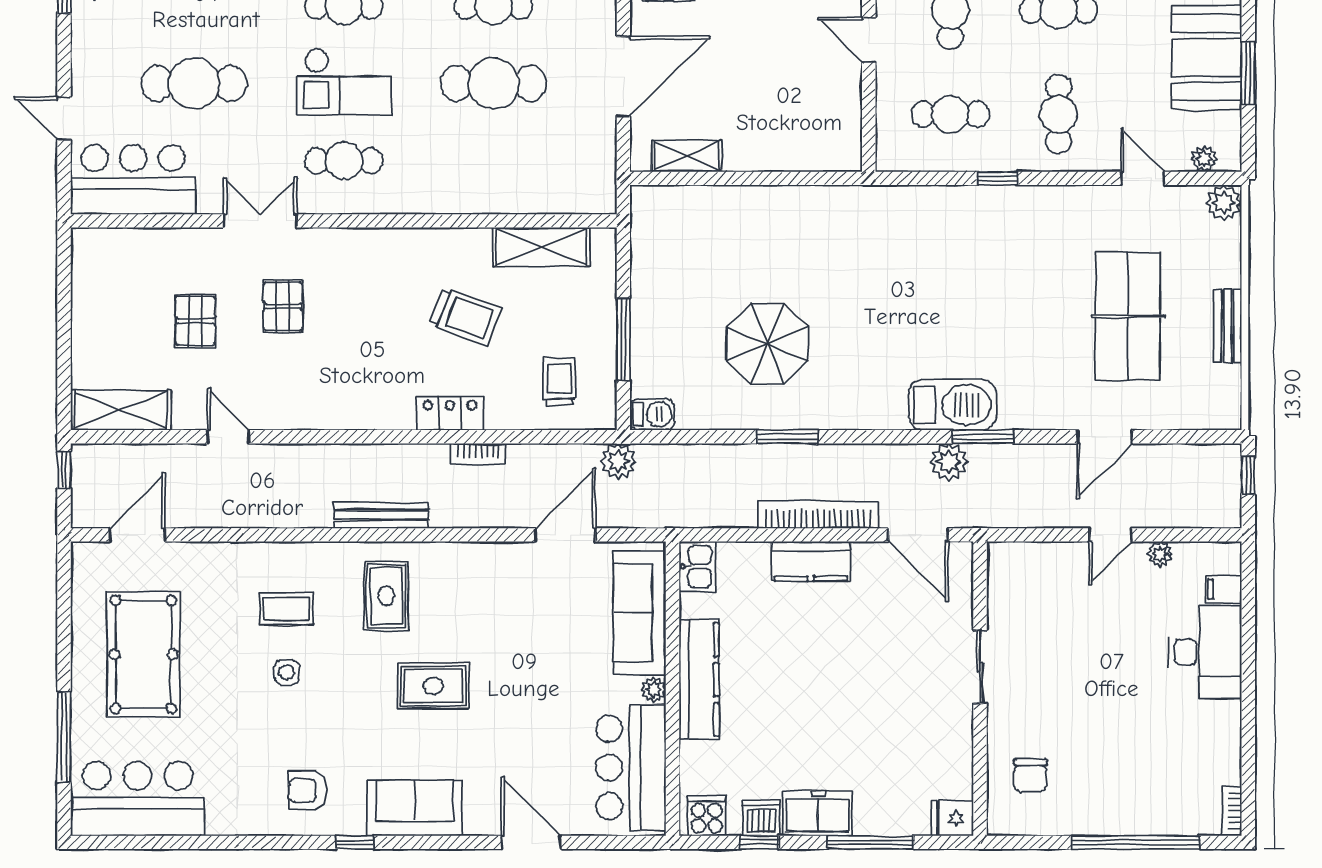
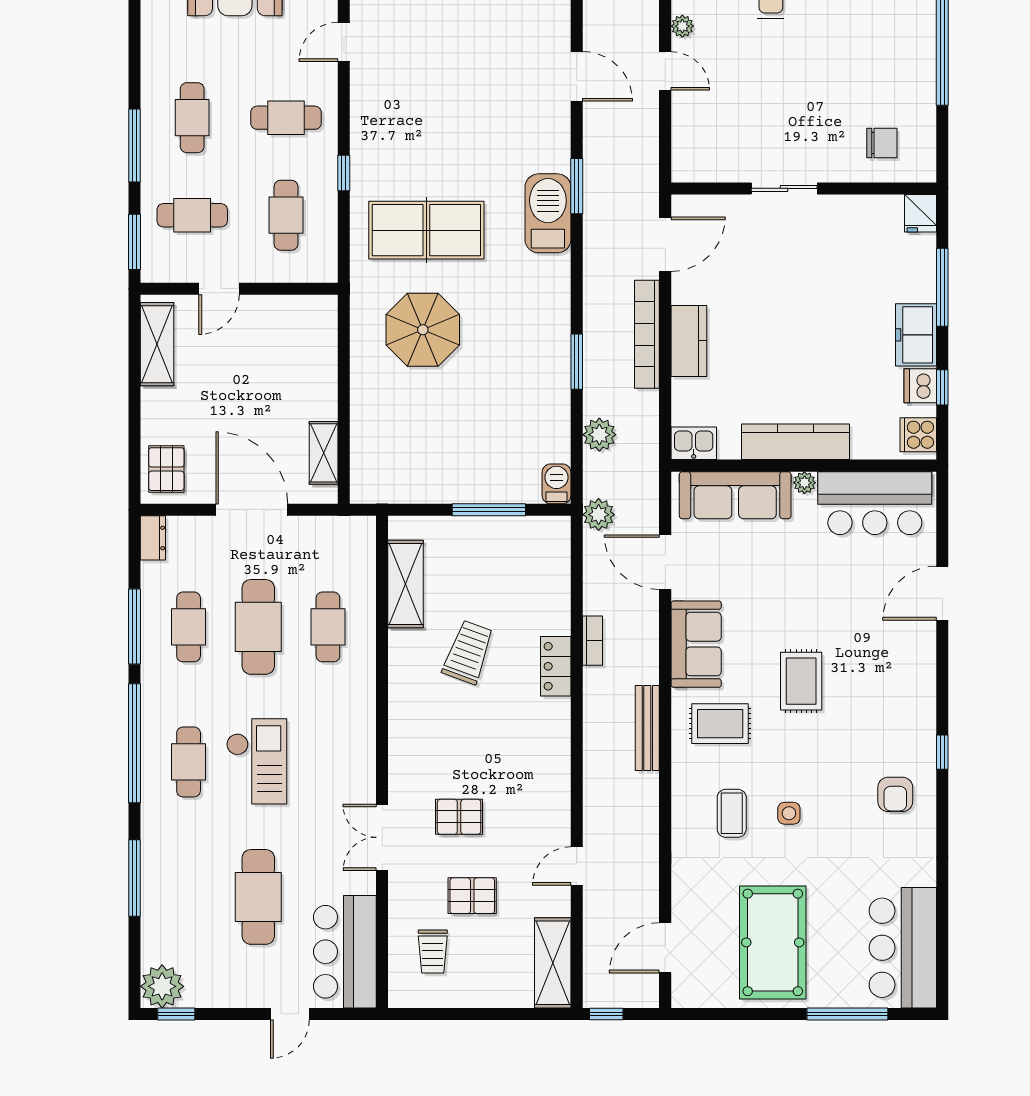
cafe table: (344, 161) -> (328, 627), moved
table tennis table: (1128, 316) -> (426, 230), moved
parasol: (768, 344) -> (423, 330), moved
trolley: (559, 382) -> (433, 952), moved, turned -90
plant: (949, 462) -> (599, 435), moved
door: (137, 535) -> (665, 948), hinge flipped
pool table: (143, 654) -> (773, 942), turned 90
sofa: (415, 808) -> (696, 644), moved, turned 180

